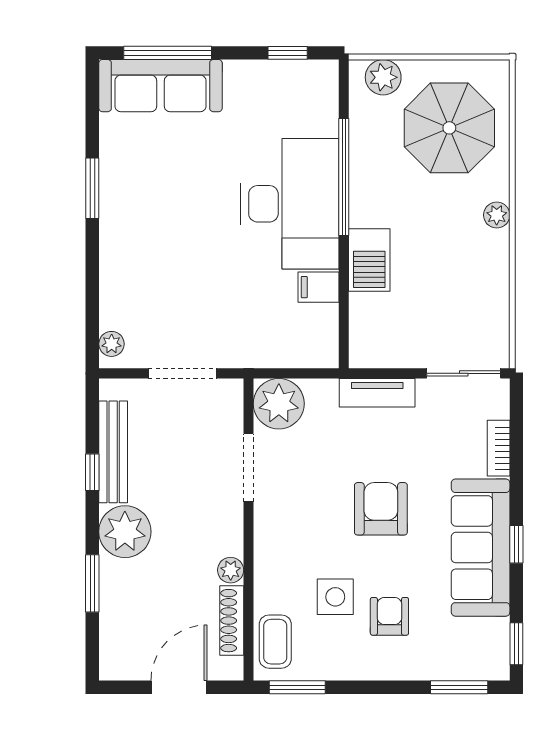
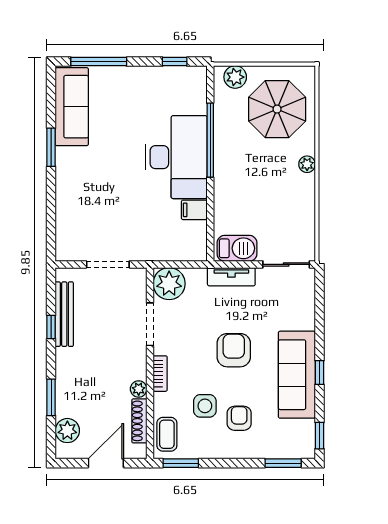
sofa: (160, 86) -> (72, 107), moved, turned -90
barbecue: (369, 260) -> (237, 248), moved, turned -90
plant: (112, 344) -> (63, 246), removed
bookcase: (499, 448) -> (160, 374), moved, turned 180
plant: (125, 532) -> (67, 431), moved, width x0.73, depth x0.73

